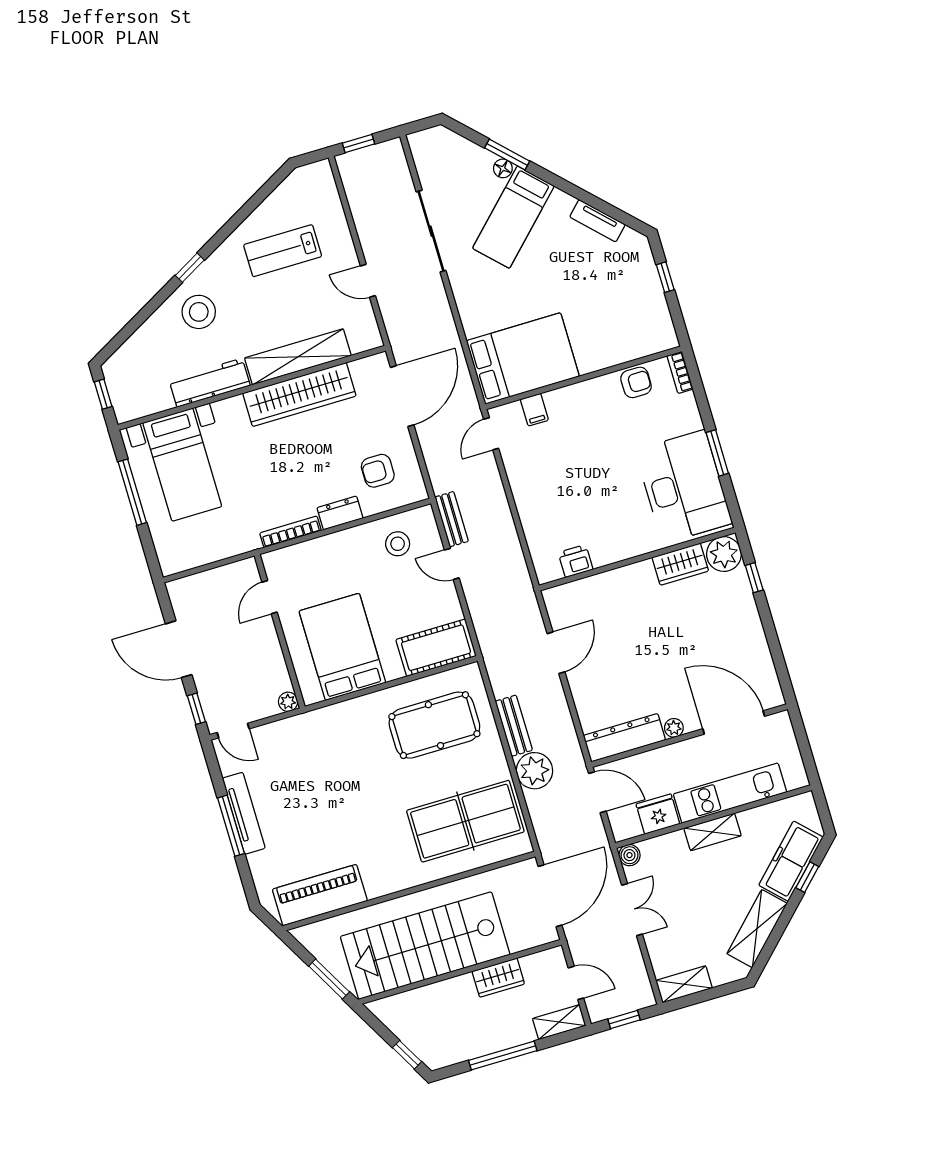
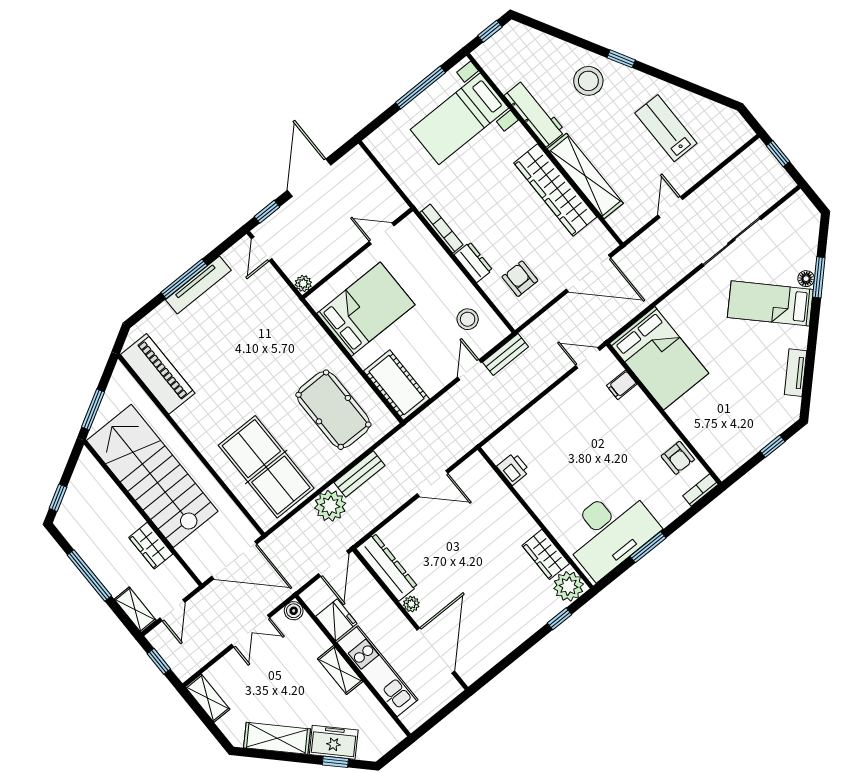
freezer: (791, 861) -> (334, 742), width x0.71

